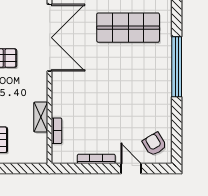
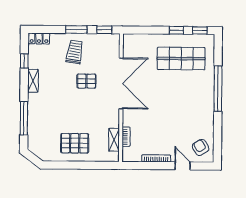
double door: (49, 38) -> (121, 83), moved
shelving: (41, 117) -> (114, 140), moved

